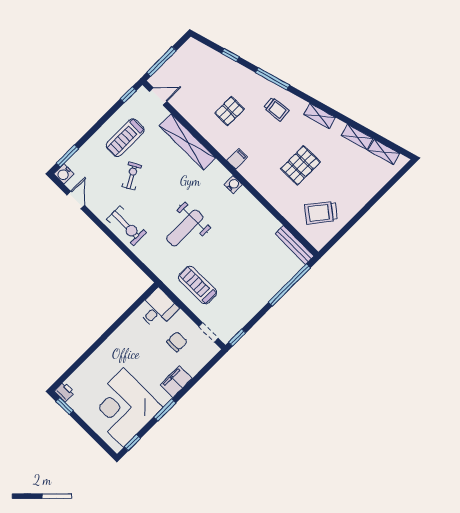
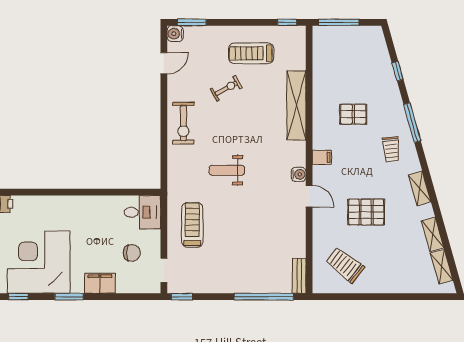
door: (158, 96) -> (309, 196), moved
weight bench: (185, 228) -> (227, 170), width x0.73, depth x0.75
bench: (295, 245) -> (299, 276), width x0.73

